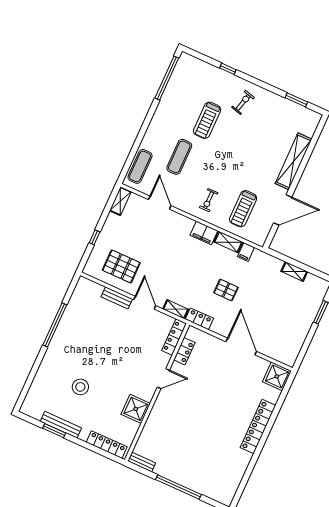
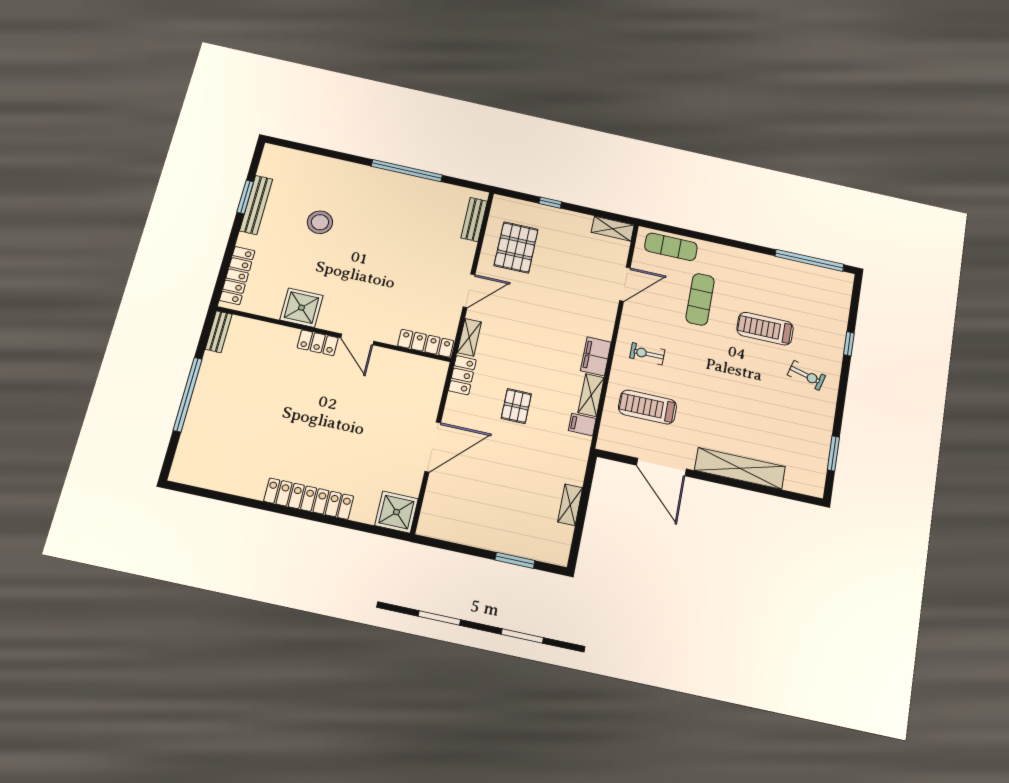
exercise mat: (179, 157) -> (700, 299), turned 90
bench: (117, 298) -> (474, 219), moved
locker: (184, 351) -> (318, 343), moved

